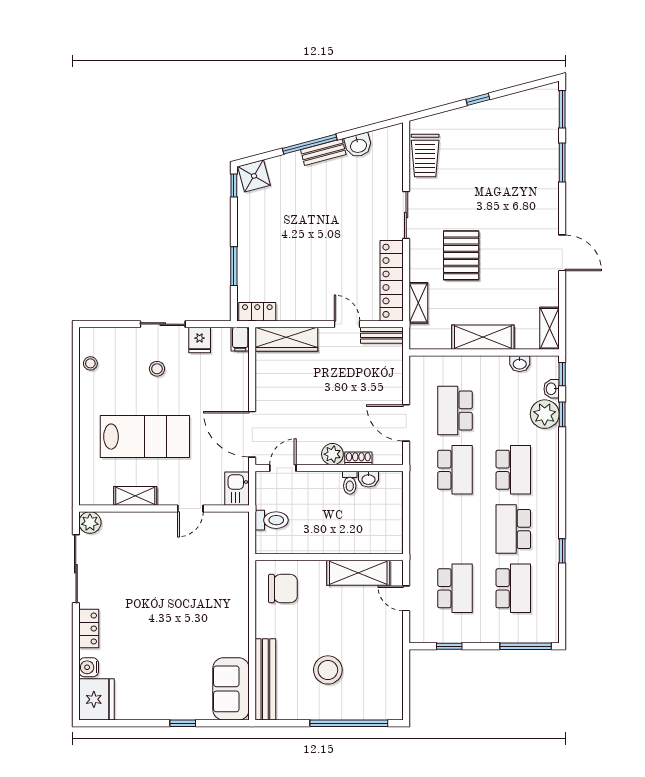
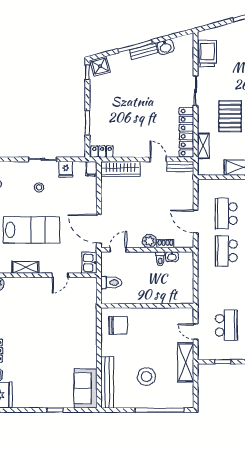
trolley: (425, 155) -> (207, 53), turned 180
school desk: (455, 470) -> (226, 251), turned 180
shelving: (358, 573) -> (186, 362), moved, turned 90

